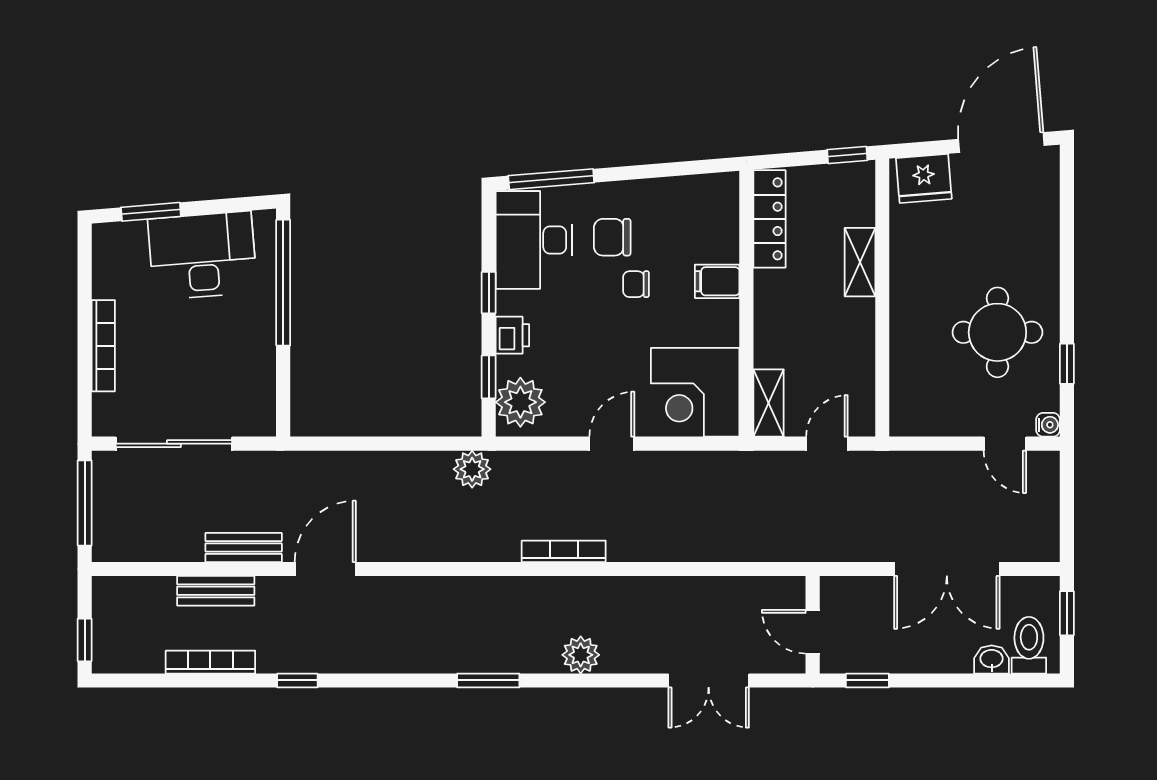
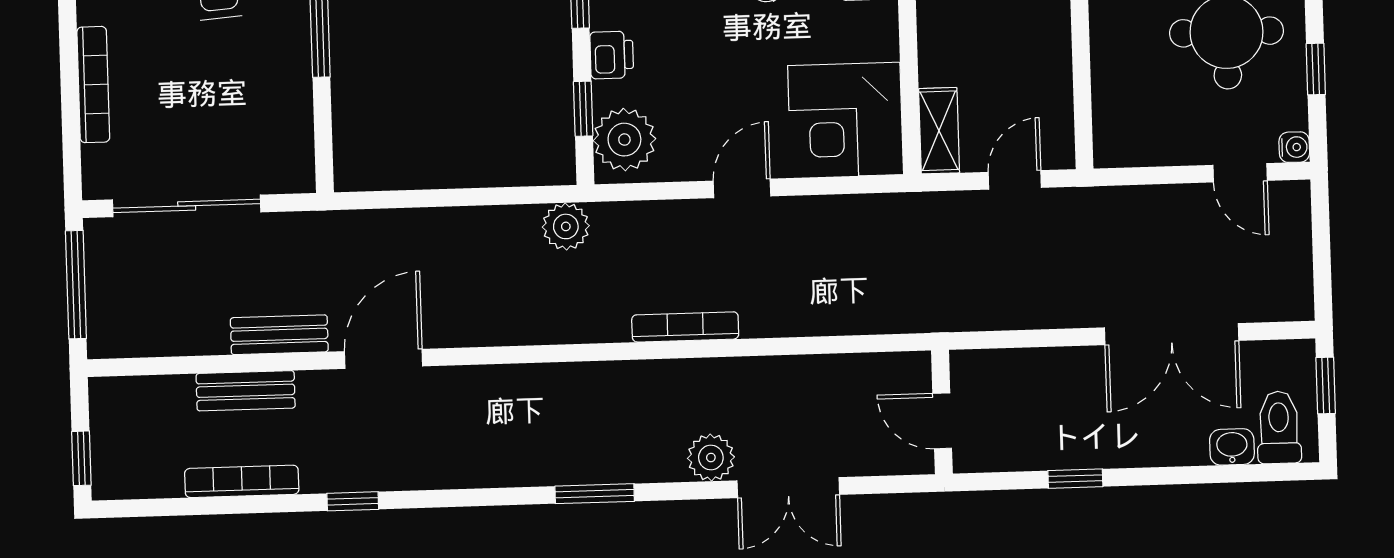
wall: (813, 625) -> (942, 412), moved
door: (813, 632) -> (942, 421), moved
double door: (709, 680) -> (788, 488), moved

